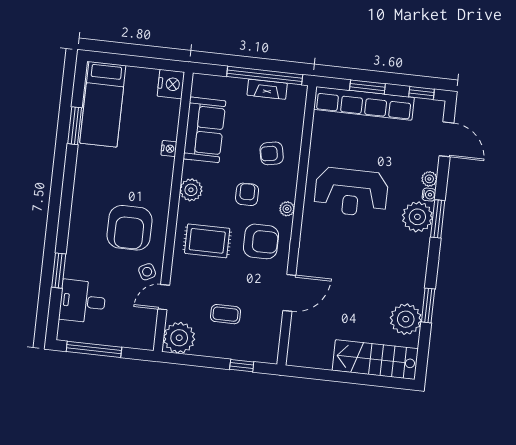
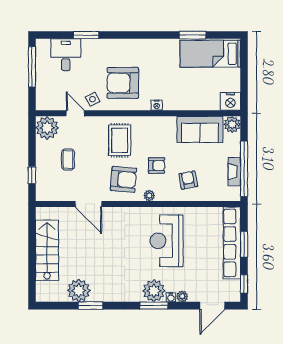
nightstand: (169, 149) -> (157, 105), moved
plant: (191, 190) -> (232, 124), moved
armchair: (261, 241) -> (123, 179), turned -85
stairs: (375, 360) -> (47, 250), moved

